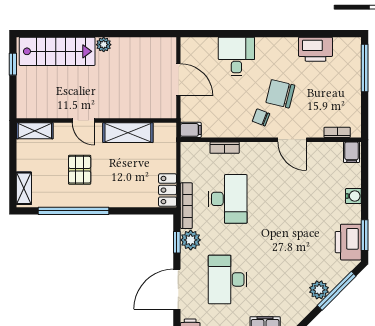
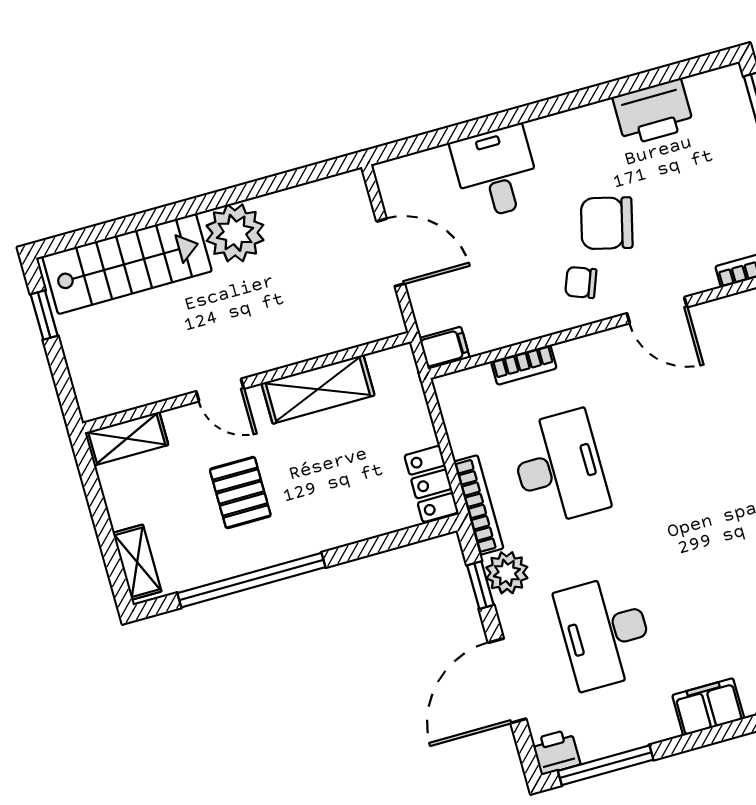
plant: (104, 45) -> (235, 233), width x1.88, depth x1.88

